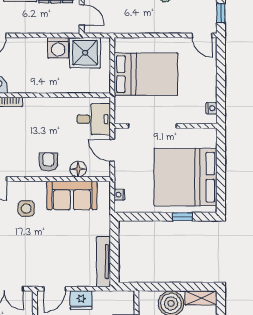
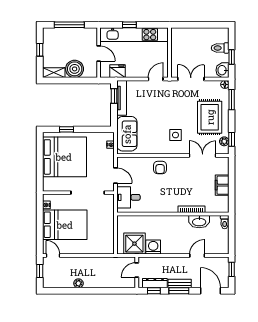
door: (82, 15) -> (137, 270), hinge flipped
bed: (146, 74) -> (65, 225), moved, turned 180
floor lamp: (78, 169) -> (139, 163), removed
sofa: (72, 195) -> (127, 134), moved, turned 90
window: (114, 265) -> (114, 96), added
fridge: (81, 300) -> (117, 71), moved

